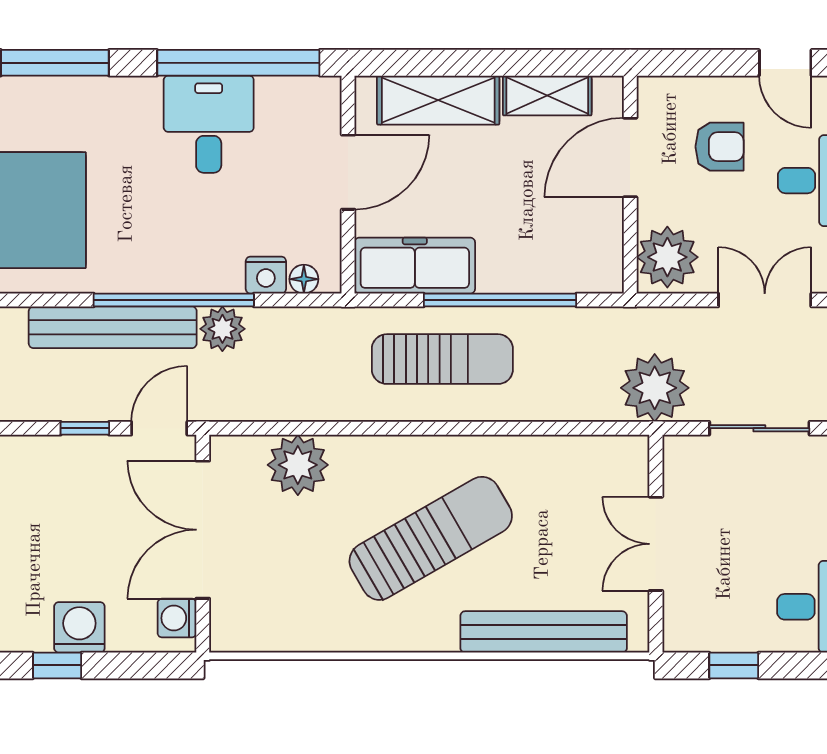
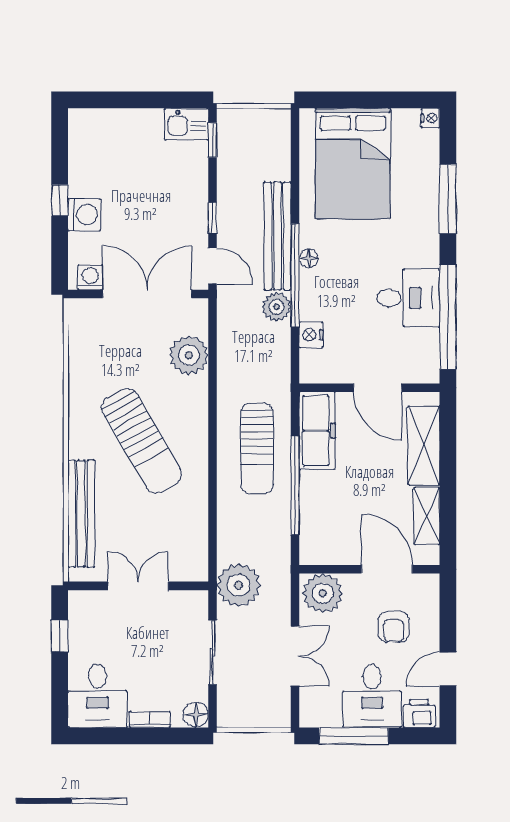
floor lamp: (304, 279) -> (308, 258), moved

